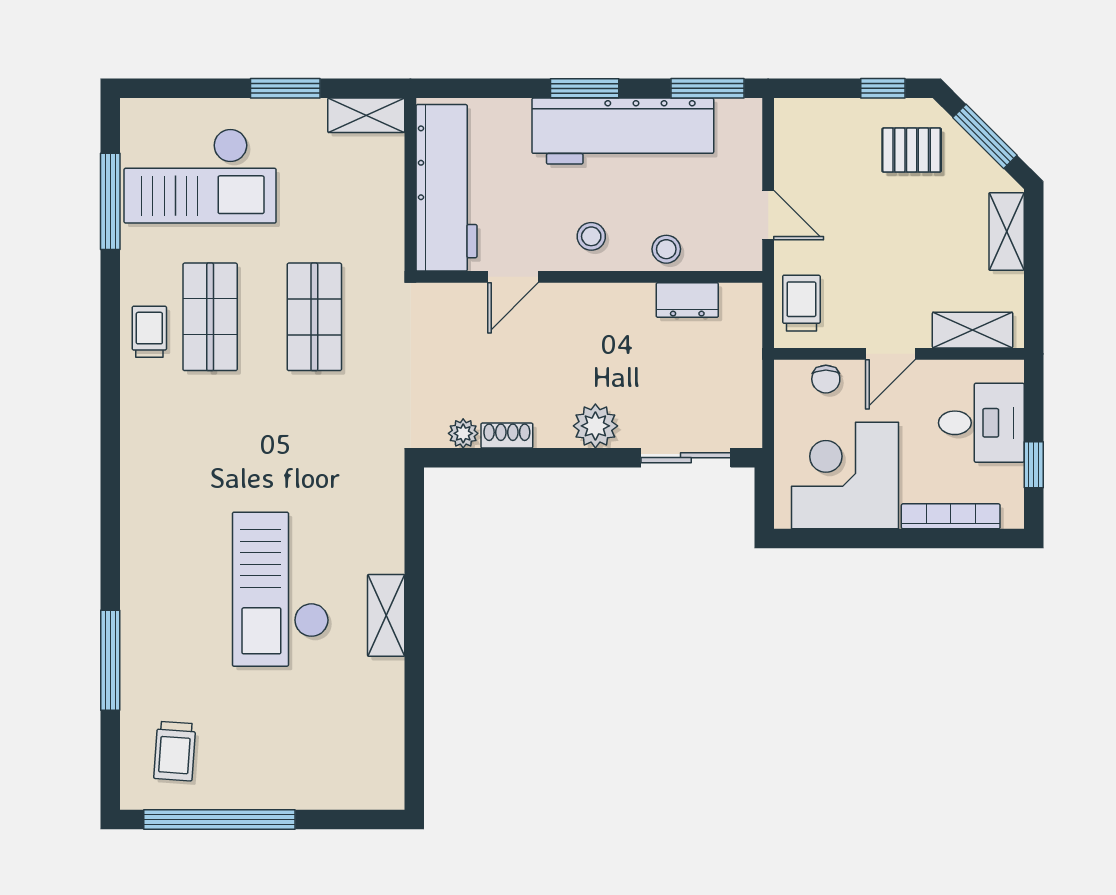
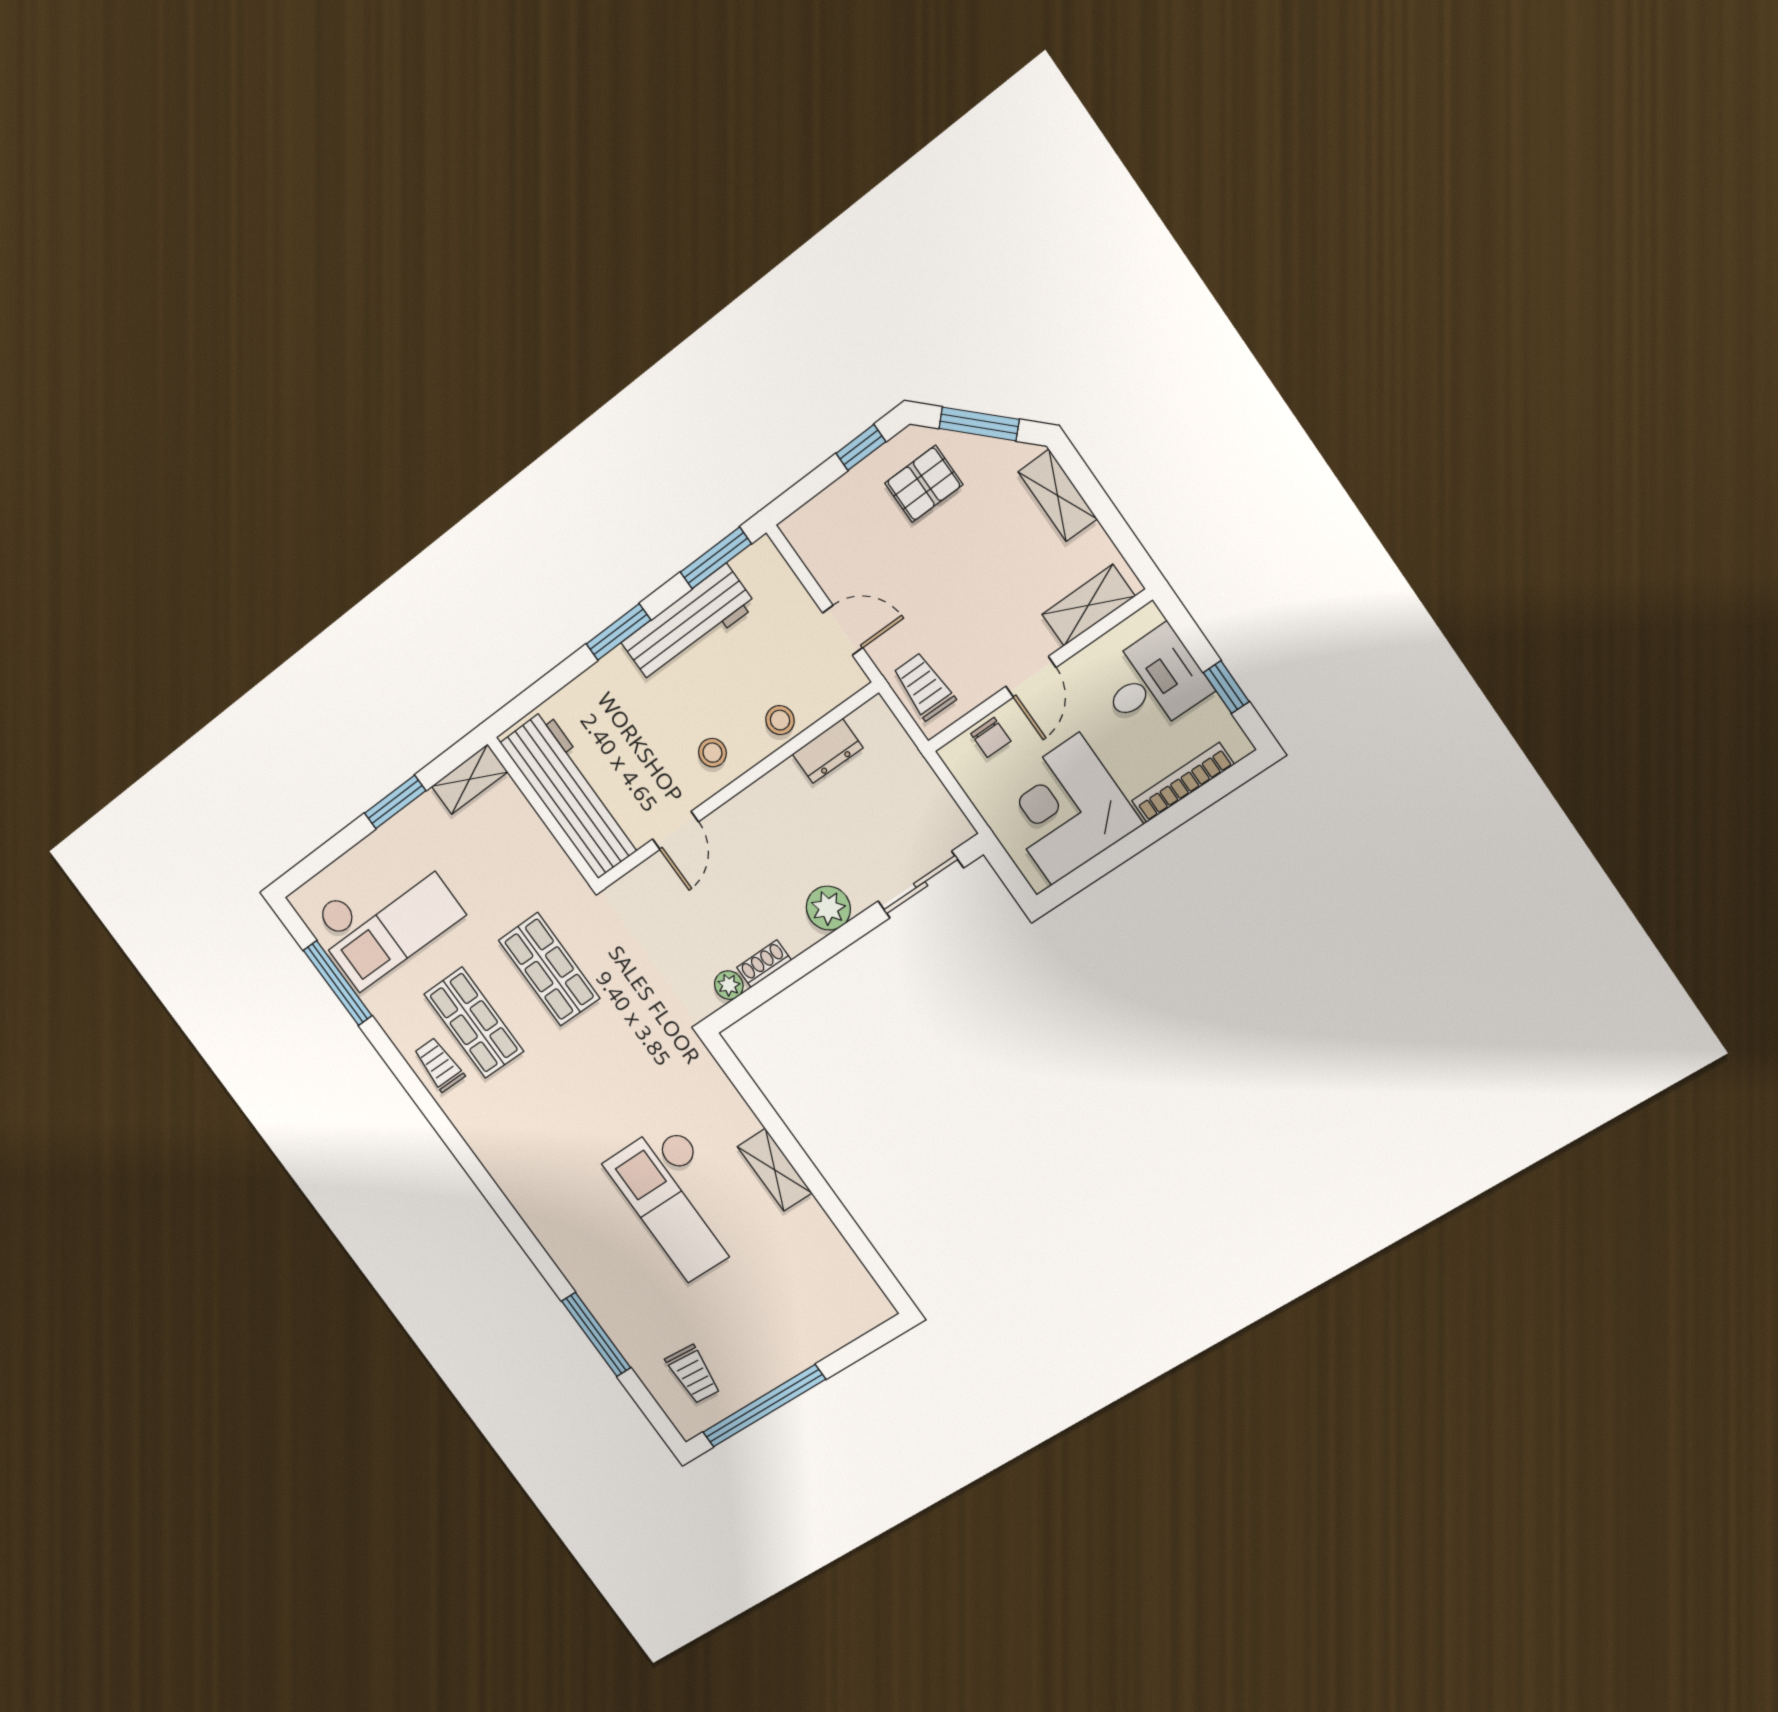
workbench: (623, 131) -> (688, 624), width x0.73, depth x0.76

